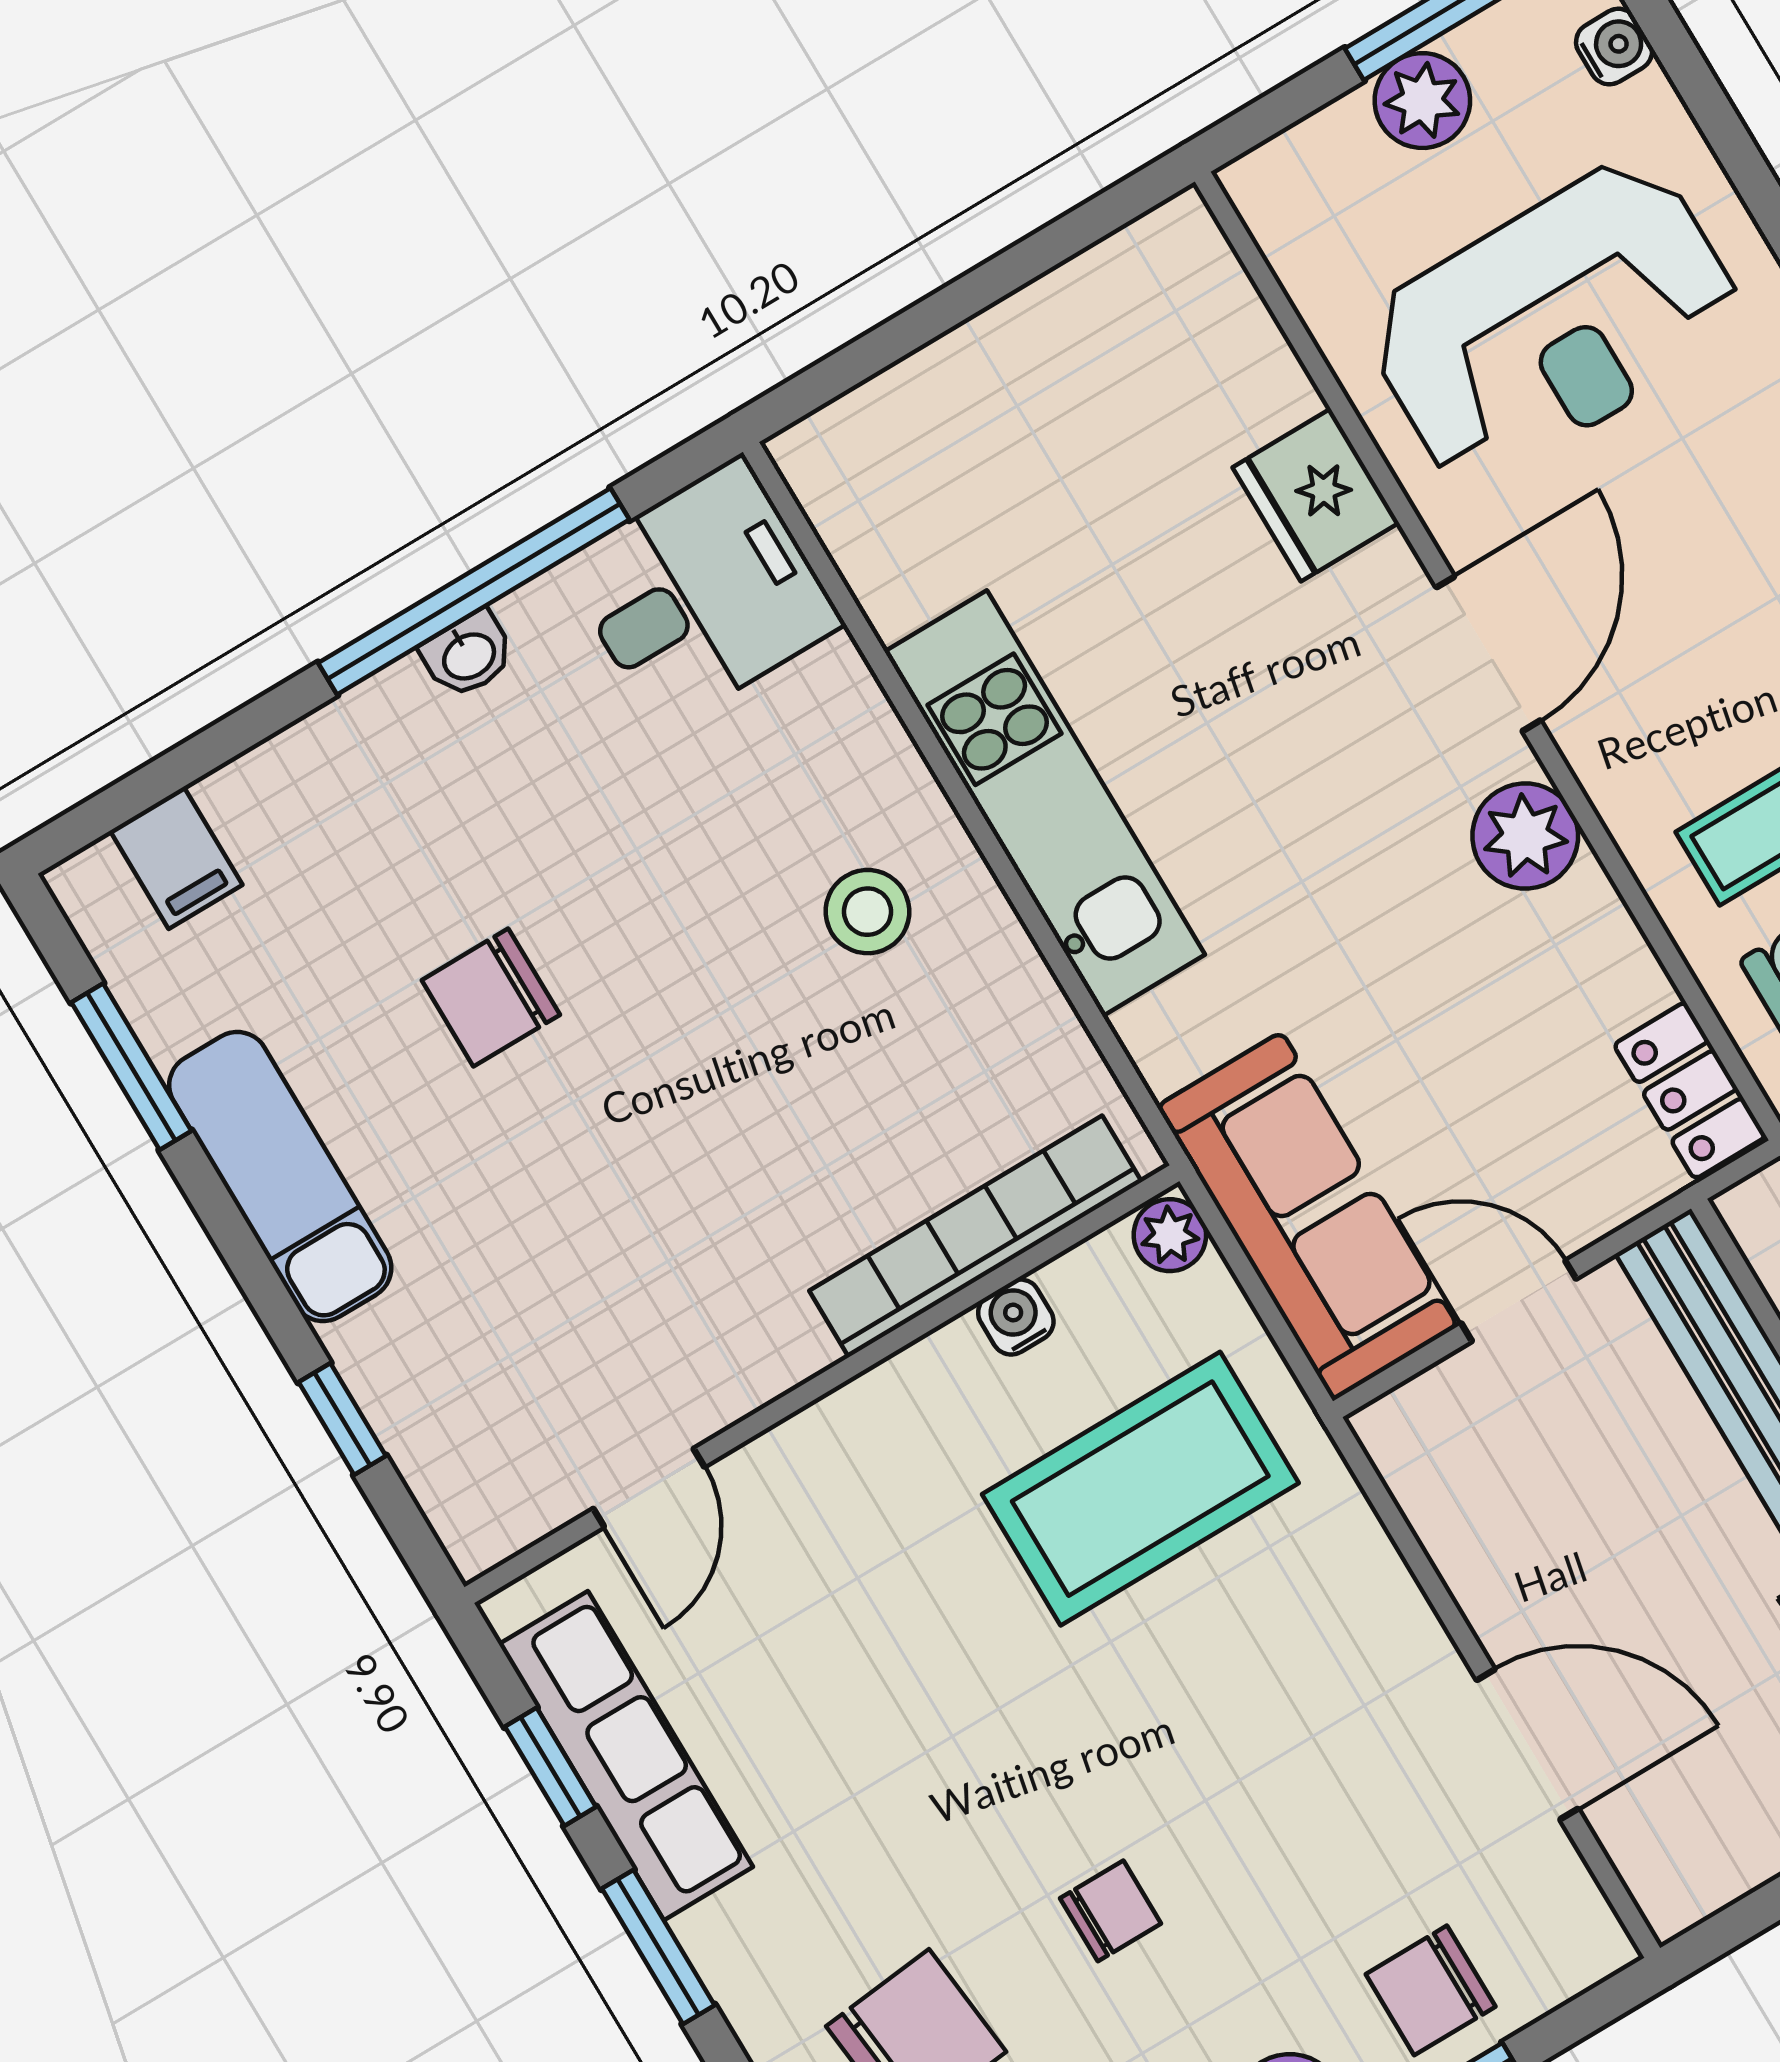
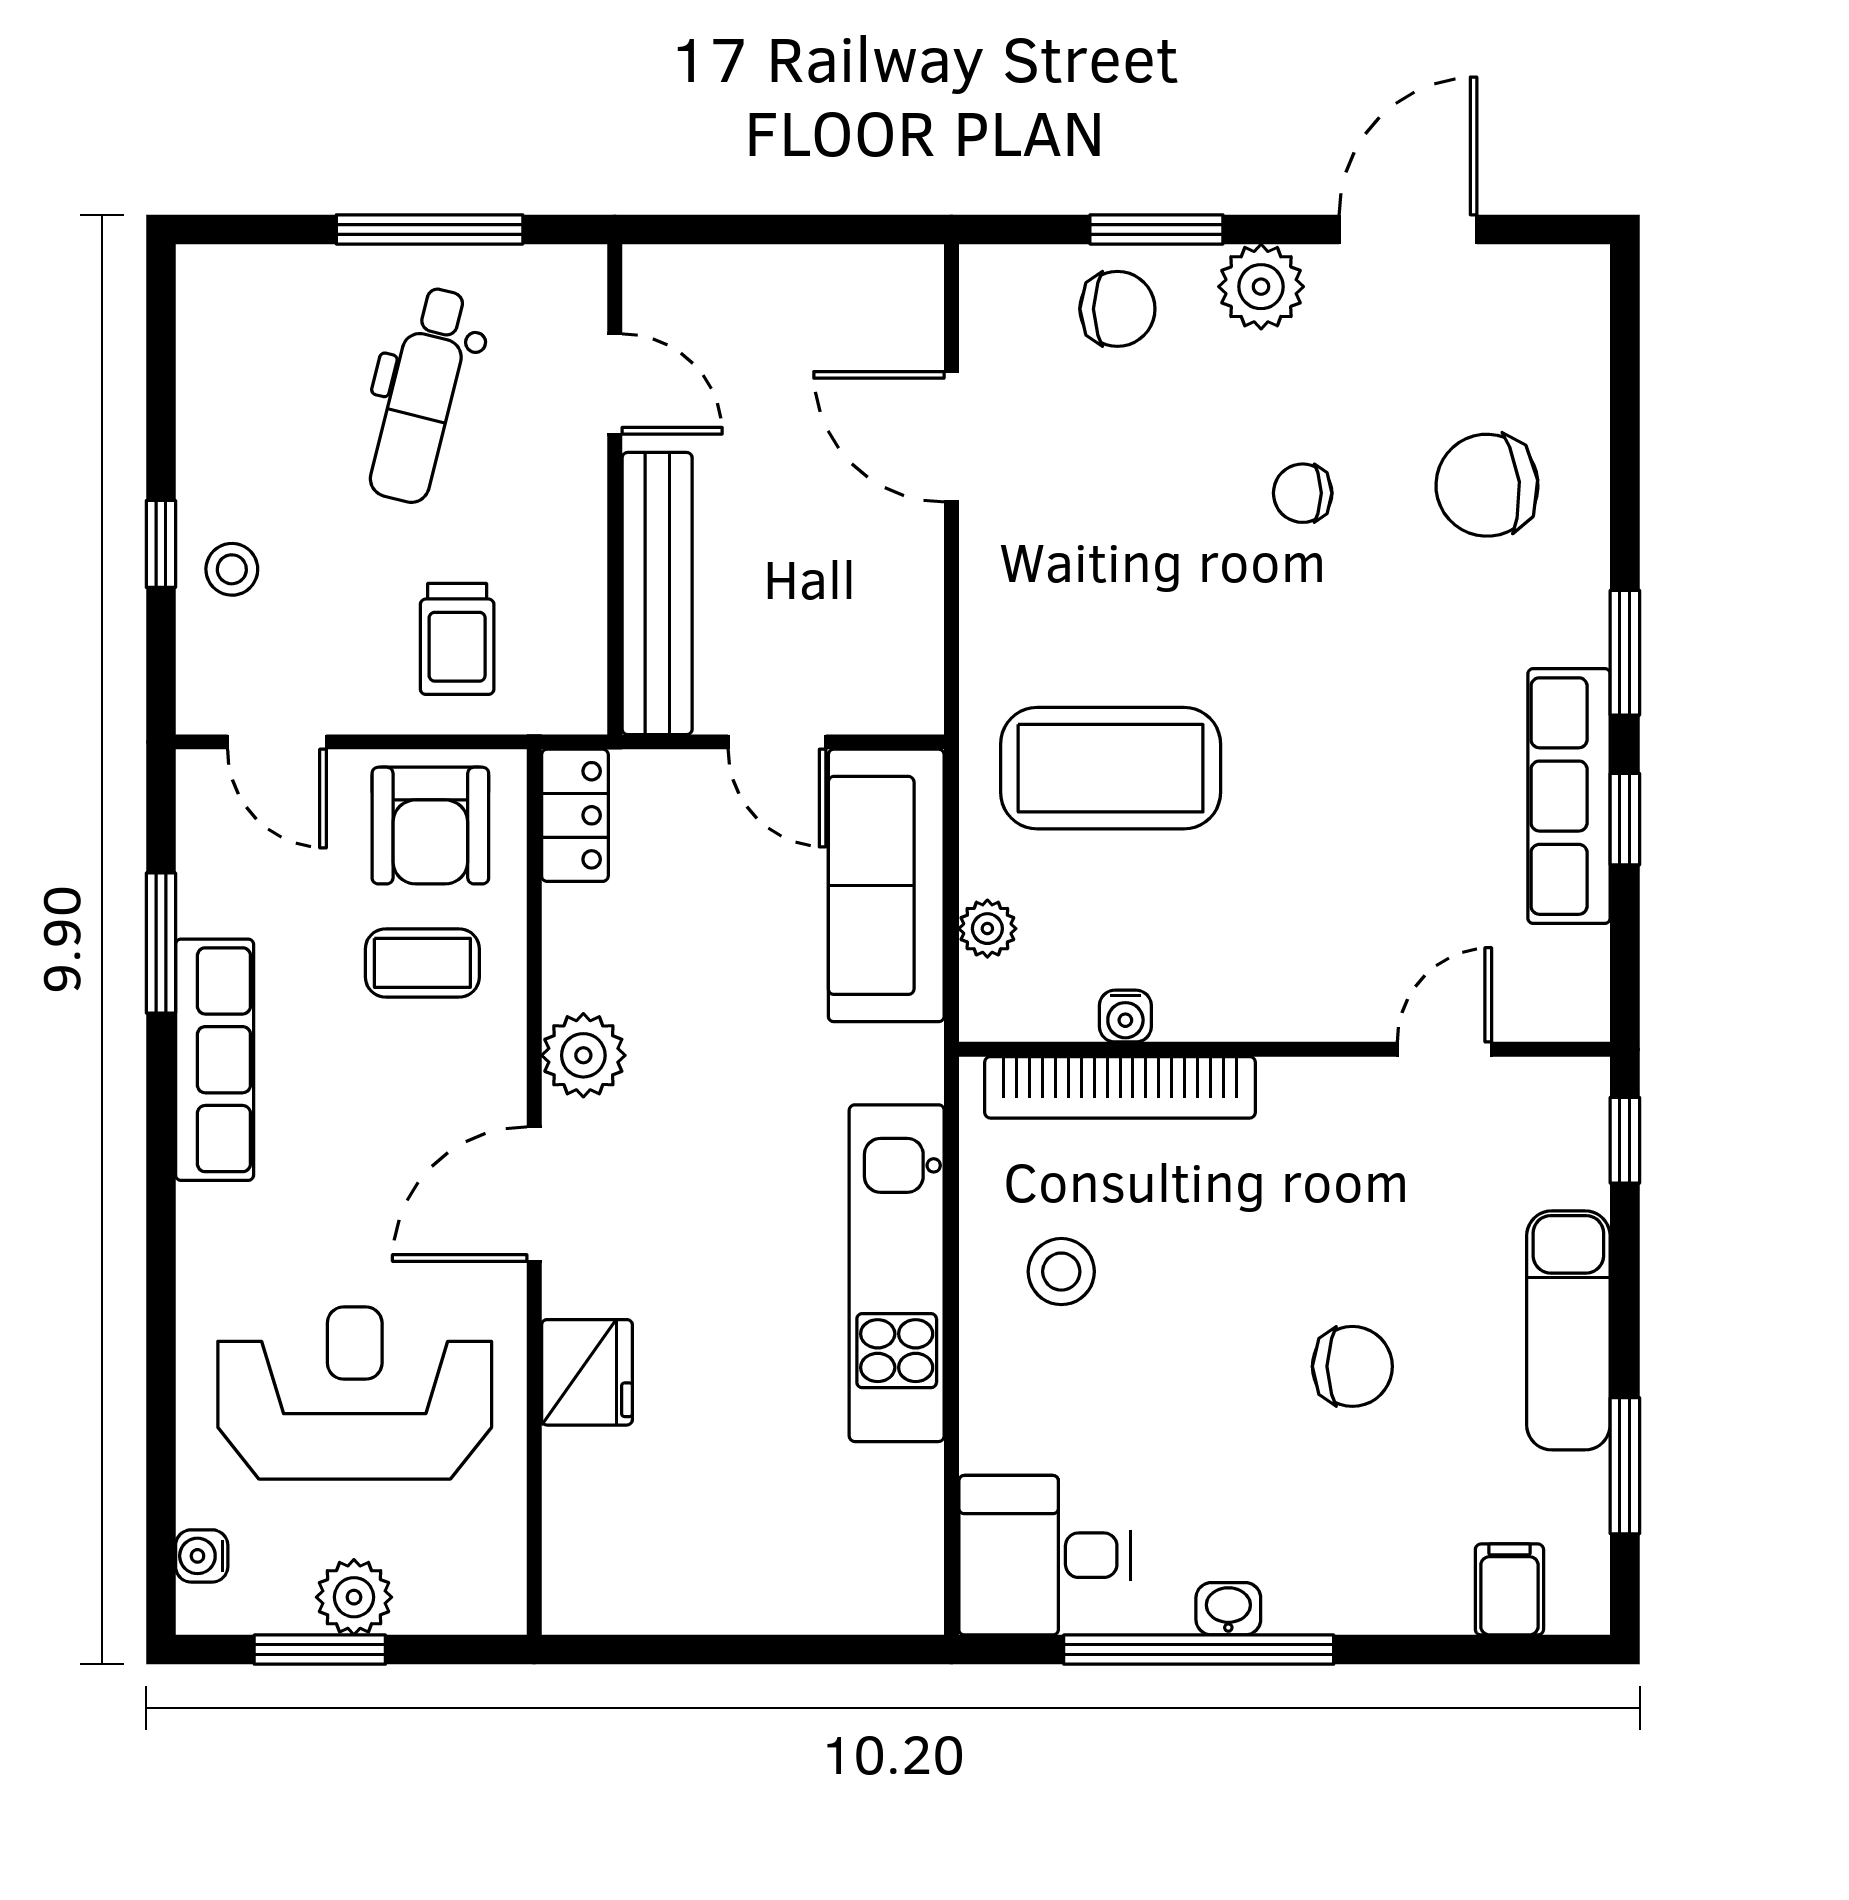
bookcase: (975, 1236) -> (1120, 1087), moved
water cooler: (1016, 1317) -> (1125, 1016), moved
wall: (822, 1384) -> (1284, 1049), moved
door: (649, 1488) -> (1444, 1049), moved

